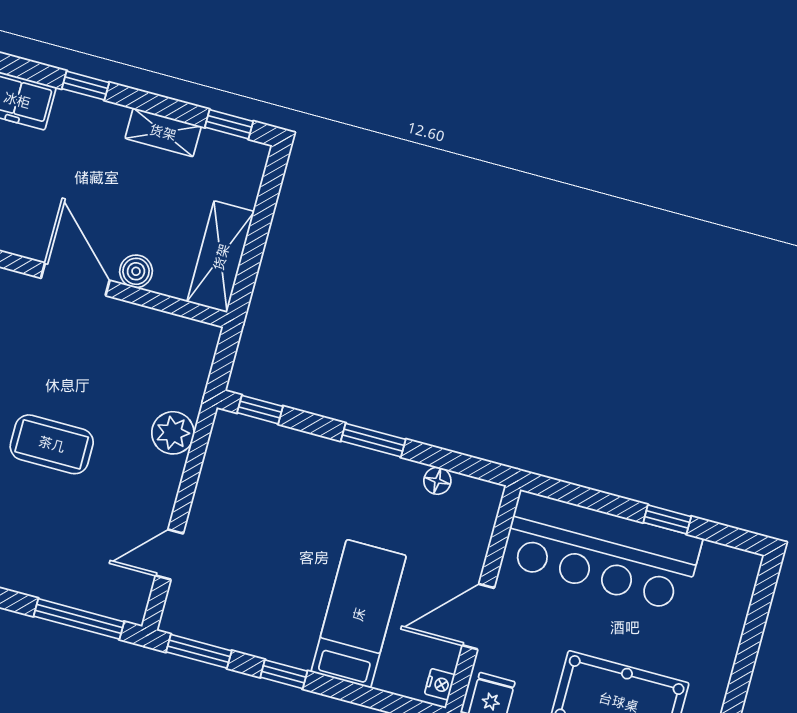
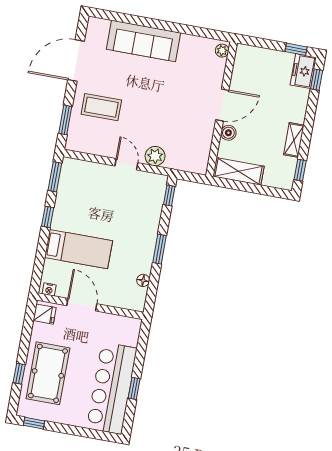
window: (85, 86) -> (317, 80), moved
coffee table: (52, 444) -> (101, 107), moved, turned 90
bar counter: (602, 551) -> (112, 388), moved
door: (169, 555) -> (126, 164), moved
window: (79, 619) -> (65, 120), width x0.69

